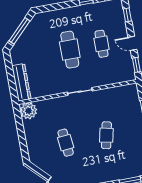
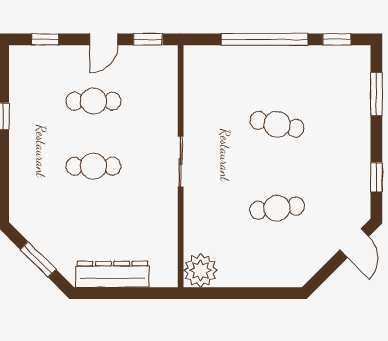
window: (19, 31) -> (38, 259), width x0.69
cafe table: (70, 50) -> (93, 166), width x0.73, depth x0.74
dresser: (21, 82) -> (112, 274), moved

